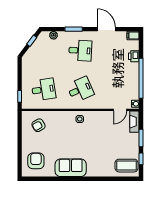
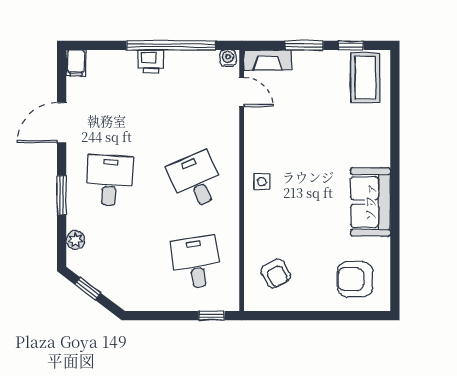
printer: (134, 56) -> (150, 61), moved

